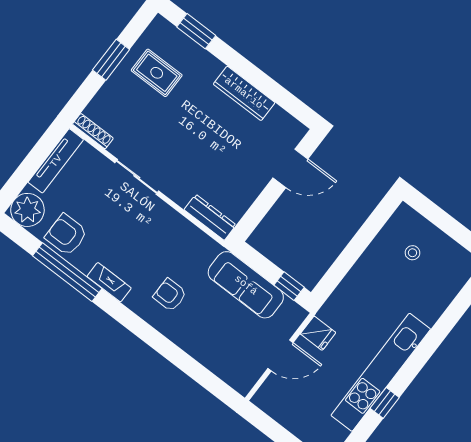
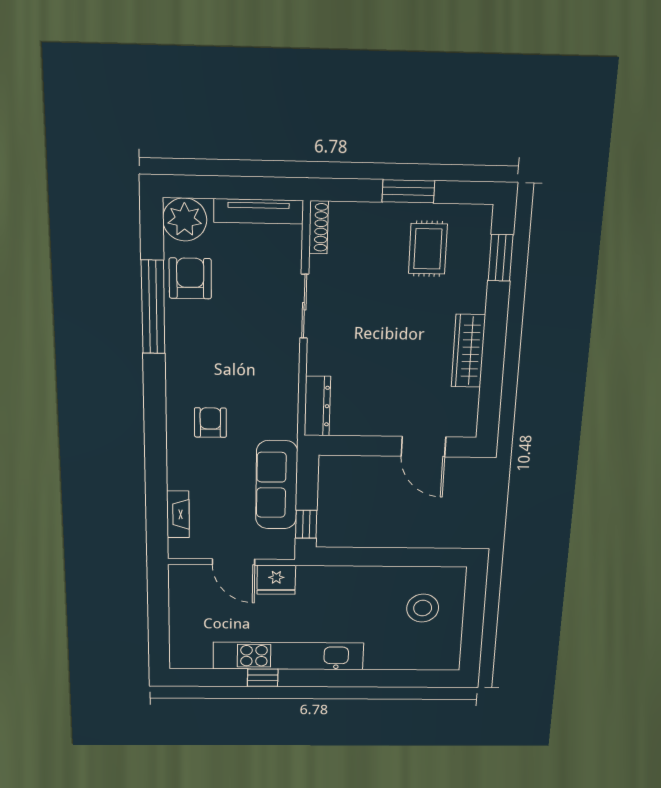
stool: (412, 253) -> (423, 608), width x1.89, depth x1.89
fireplace: (109, 282) -> (178, 514), moved
fridge: (318, 333) -> (276, 580), width x1.38

